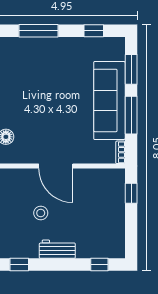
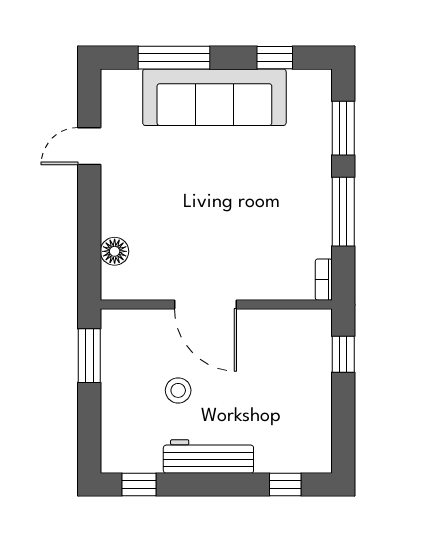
sofa: (109, 100) -> (214, 97), moved, turned -90
workbench: (57, 249) -> (208, 456), width x1.37

